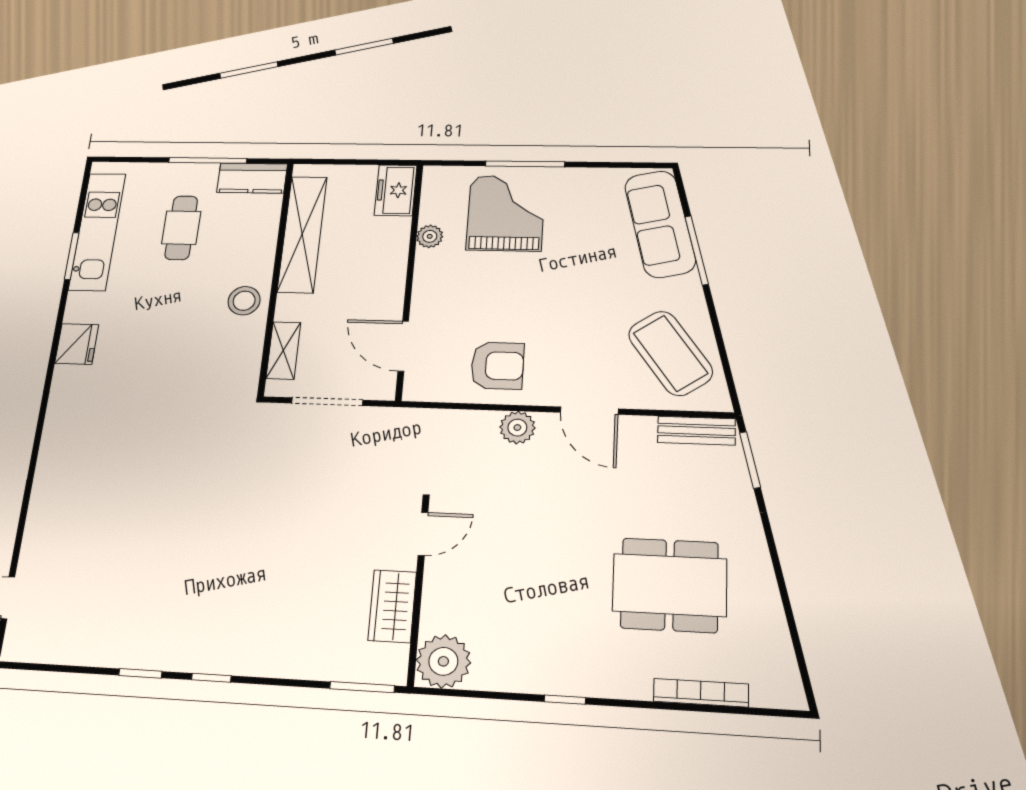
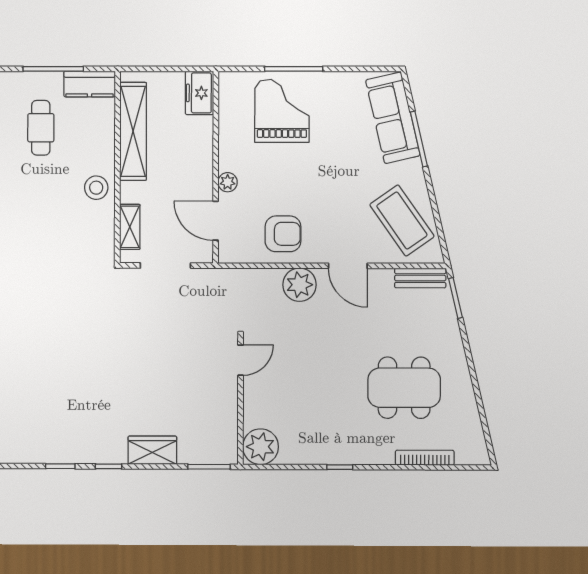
plant: (430, 236) -> (228, 182), moved
plant: (517, 428) -> (299, 285), width x1.36, depth x1.36
wardrobe: (392, 606) -> (152, 450), moved, turned 90

